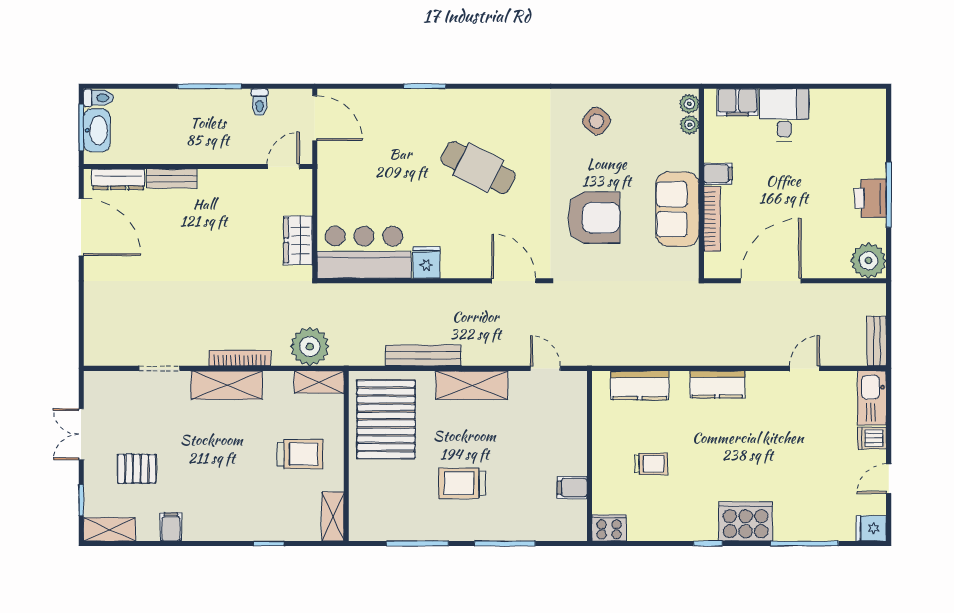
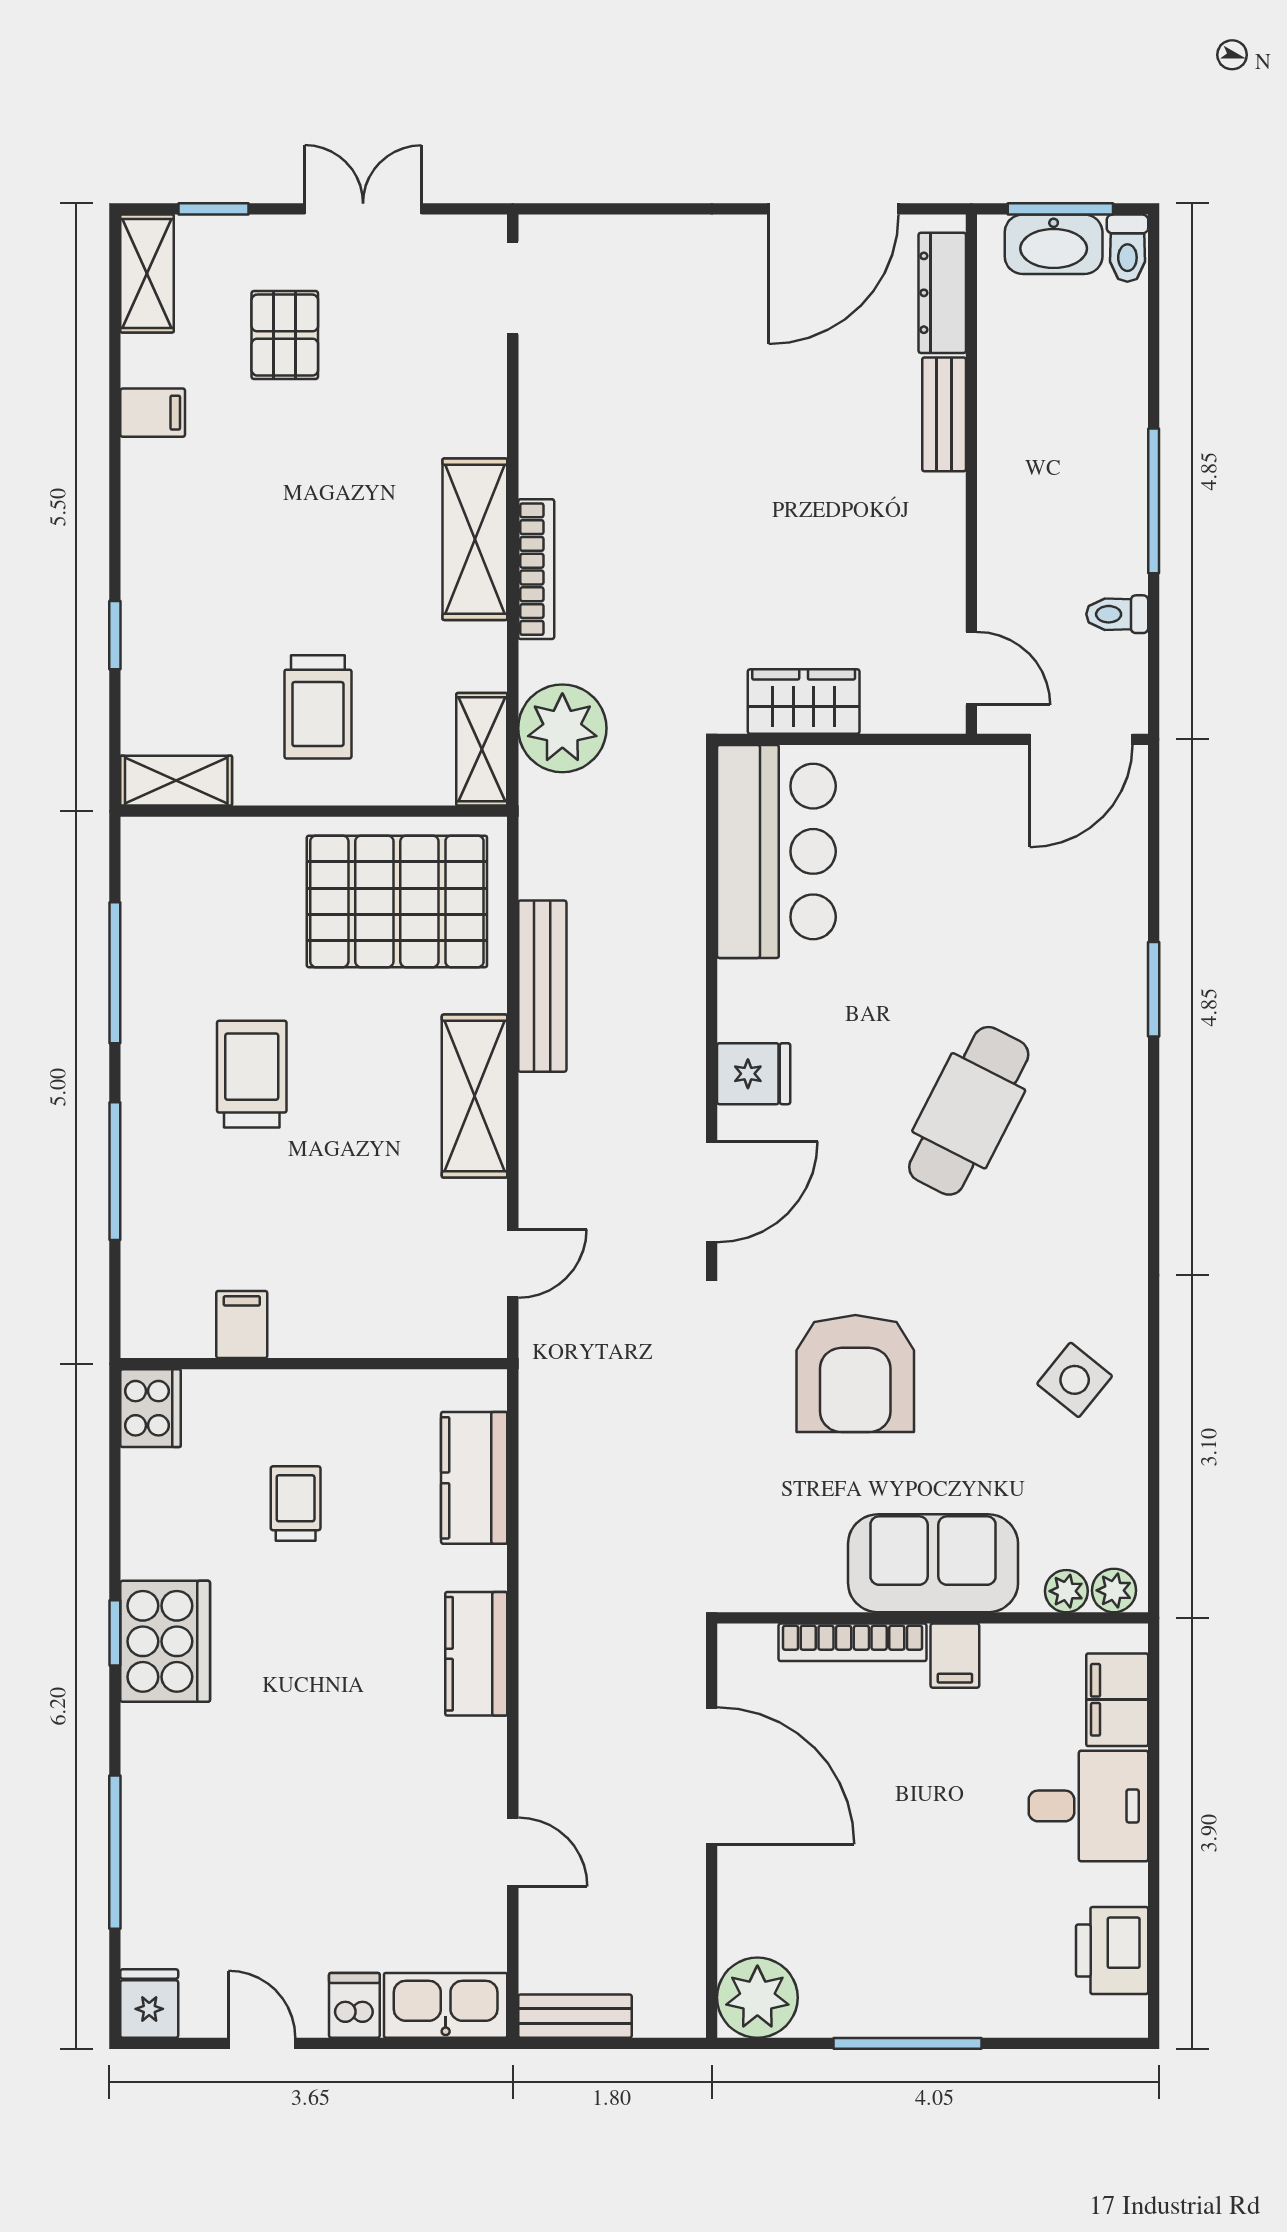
printer: (870, 198) -> (1112, 1951), moved, turned -90
sofa: (677, 209) -> (933, 1563), moved
fridge: (426, 262) -> (754, 1074), moved
doorway: (160, 368) -> (513, 288), moved
trolley: (651, 464) -> (296, 1503), turned 180
cooker: (746, 521) -> (165, 1641), moved

